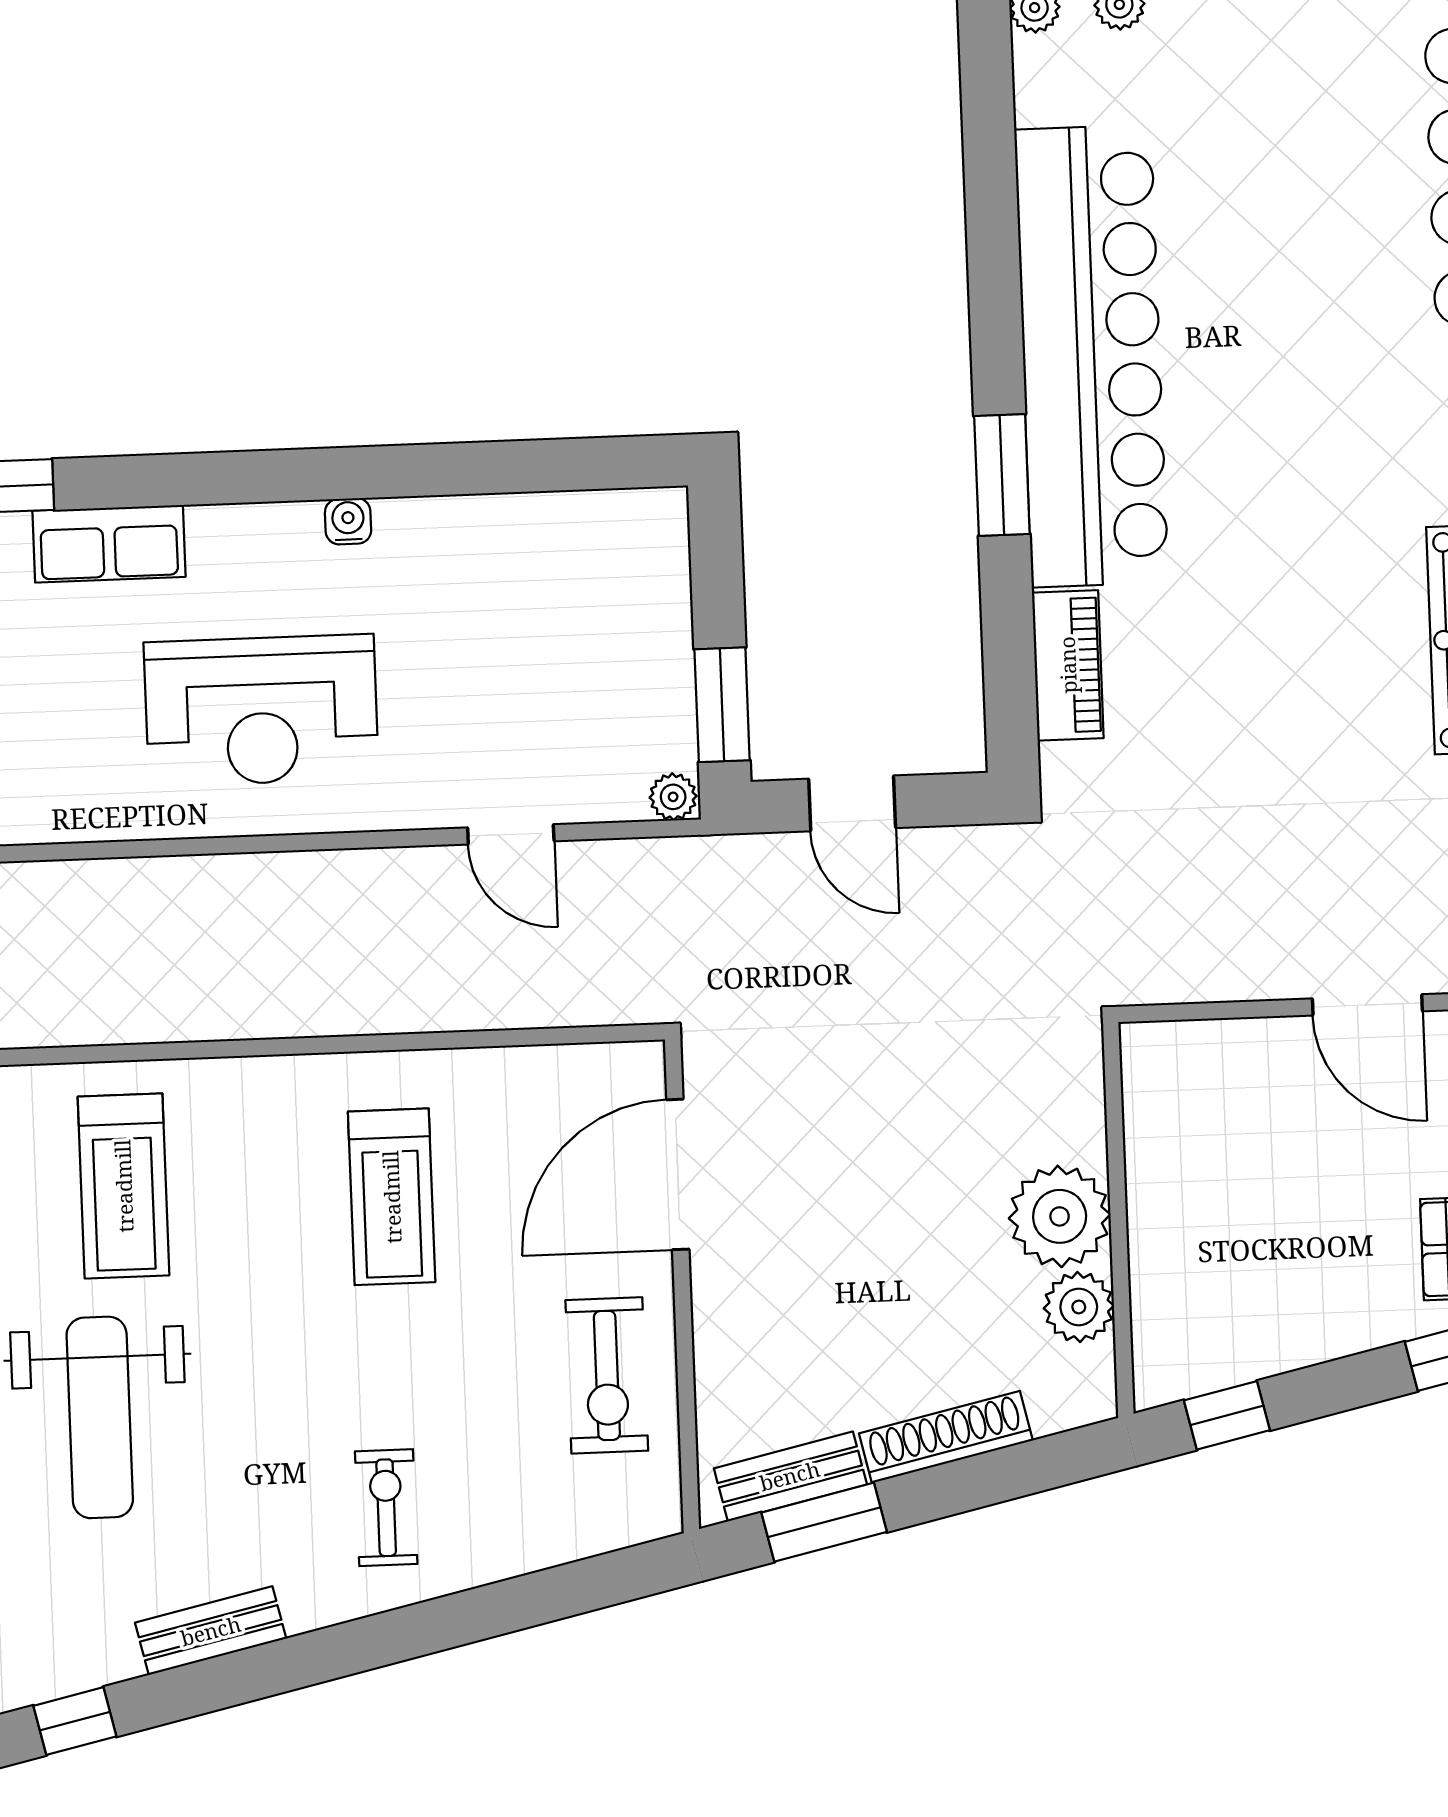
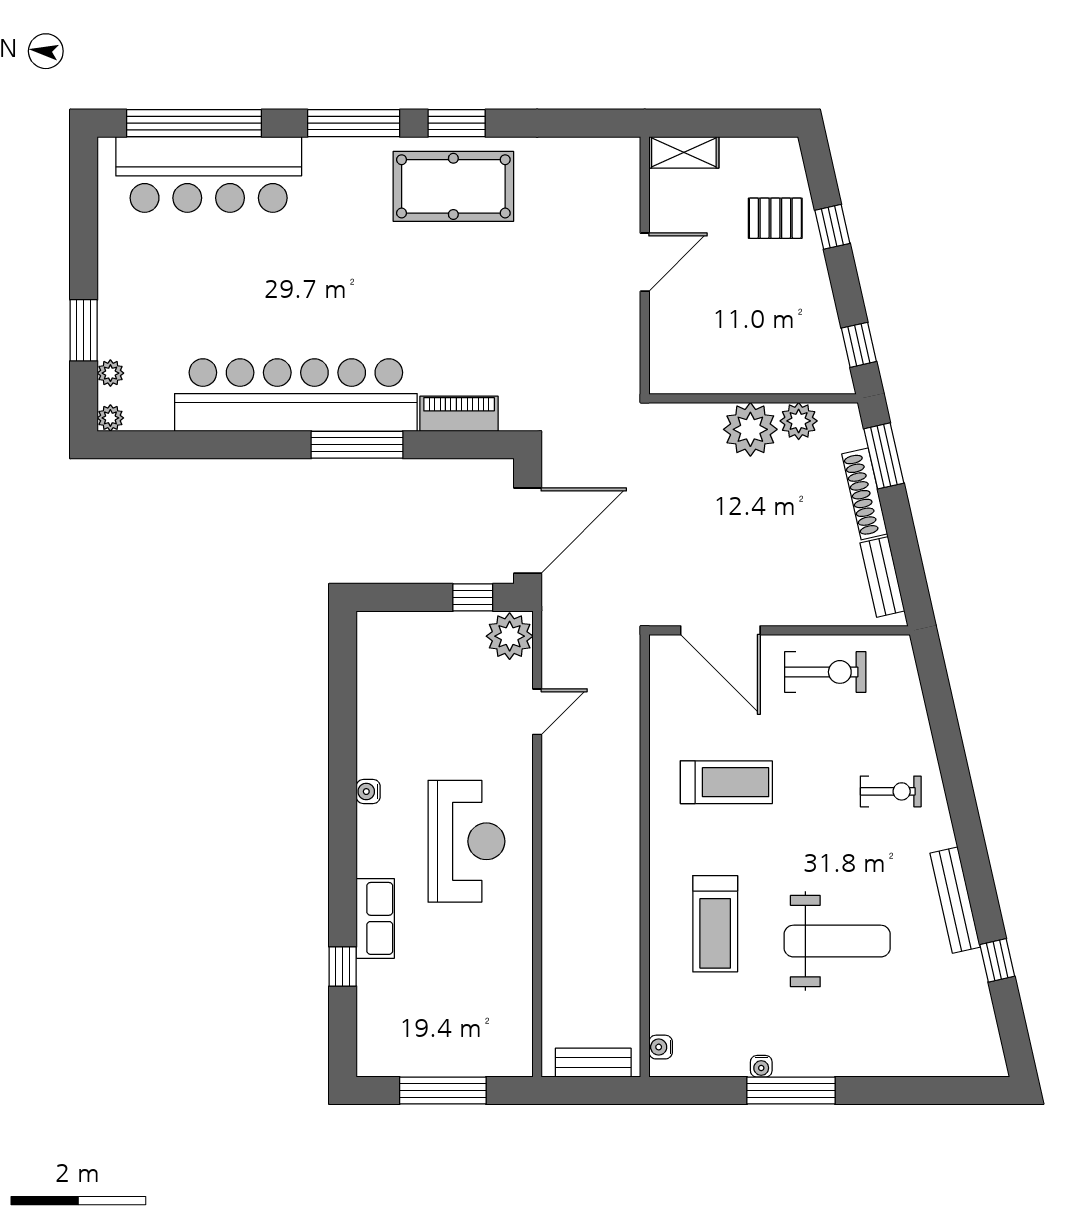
window: (1002, 475) -> (357, 445), width x1.44
window: (722, 705) -> (473, 597), width x0.67
plant: (673, 797) -> (510, 636), width x1.87, depth x1.87
door: (852, 803) -> (528, 531), width x1.88
treadmill: (124, 1186) -> (715, 924), turned 90
exercise bike: (386, 1508) -> (891, 791), turned 180
window: (824, 1522) -> (884, 456), moved
bench: (211, 1631) -> (955, 900), width x1.36

